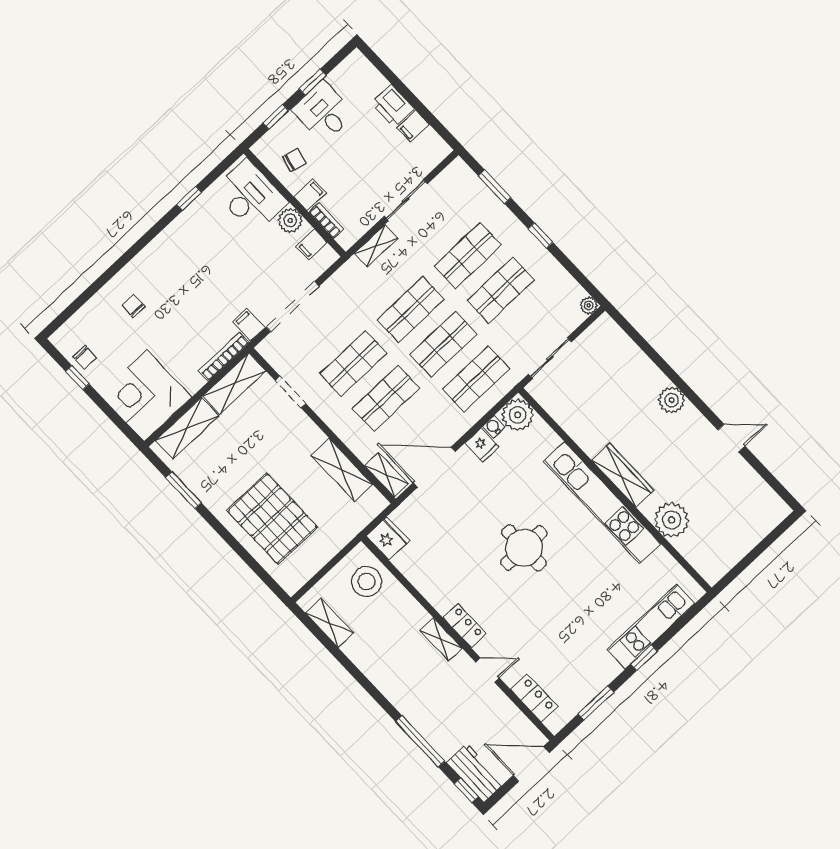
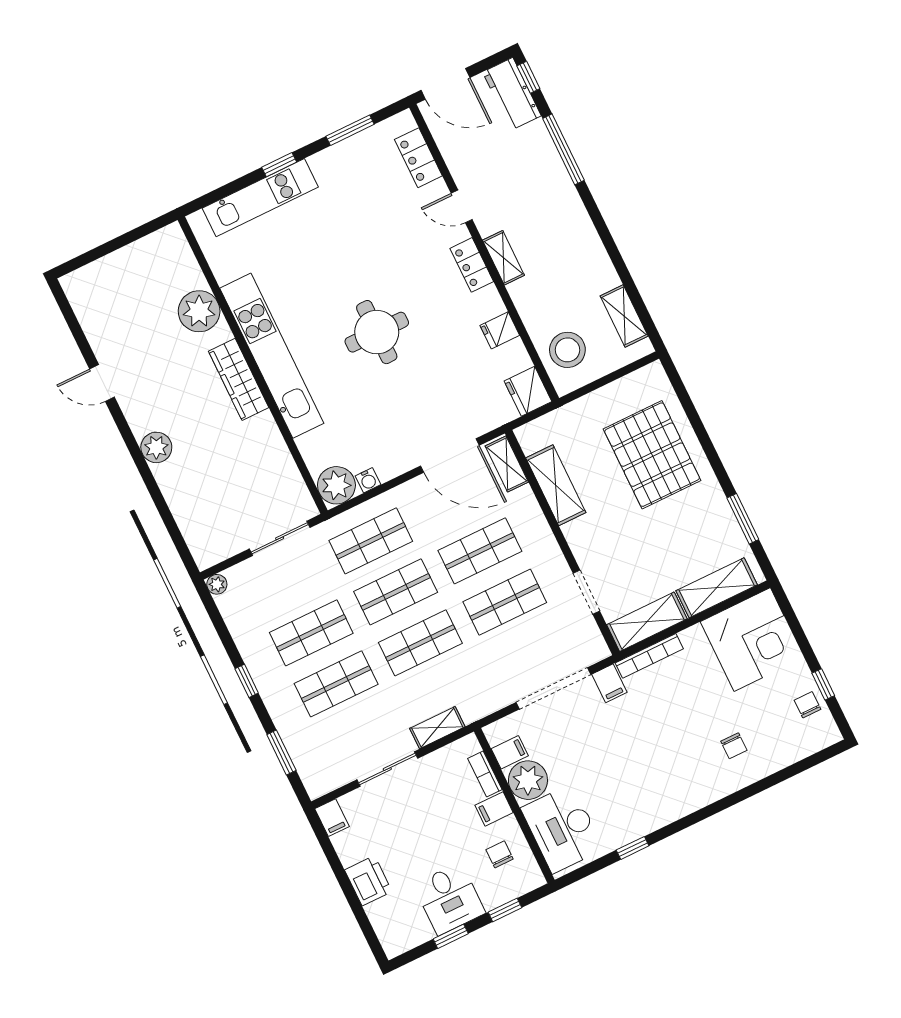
filing cabinet: (413, 126) -> (332, 818), moved, turned 90
chair: (294, 160) -> (500, 854), turned 75
plant: (290, 220) -> (528, 780), width x1.36, depth x1.36
fridge: (482, 445) -> (500, 330), moved, turned -90

